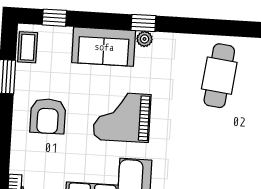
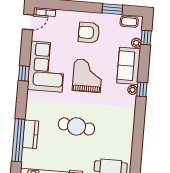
plant: (64, 34) -> (136, 43), added
cafe table: (219, 76) -> (76, 126), moved

